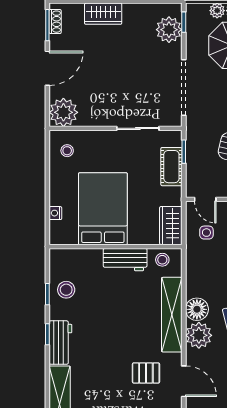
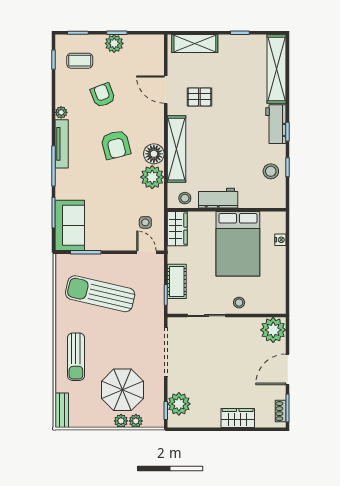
stool: (67, 151) -> (239, 303), moved
plant: (199, 335) -> (152, 177), moved

